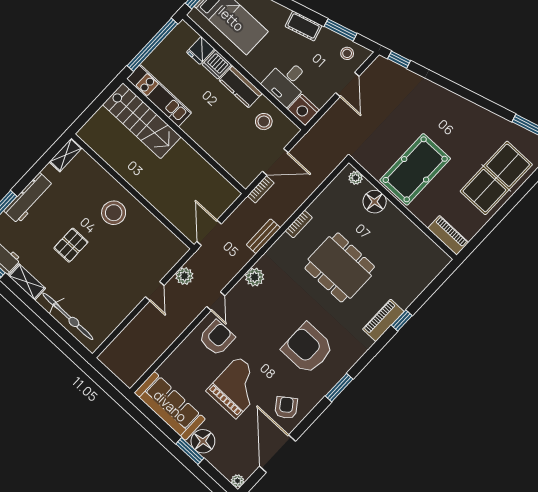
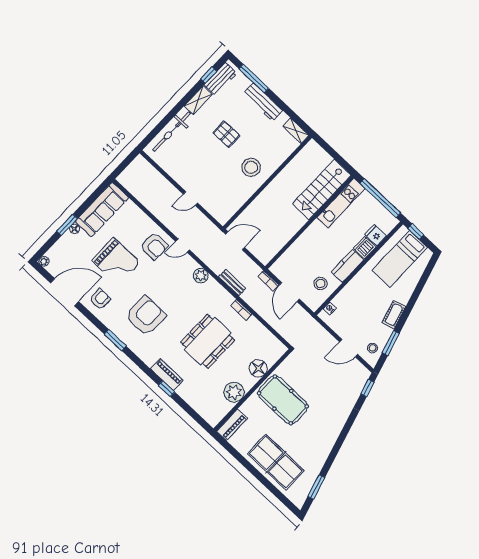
desk: (286, 82) -> (351, 301), removed
nightstand: (303, 110) -> (330, 308), width x0.53, depth x0.56
plant: (356, 178) -> (234, 392), moved, width x1.87, depth x1.87
plant: (184, 276) -> (202, 222), removed
armchair: (286, 408) -> (100, 299), turned -54
floor lamp: (203, 441) -> (74, 229), width x0.53, depth x0.53

